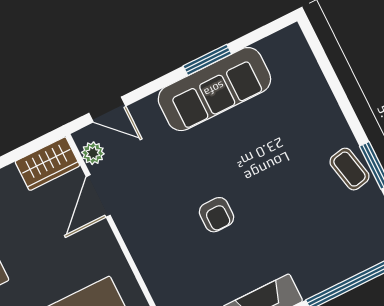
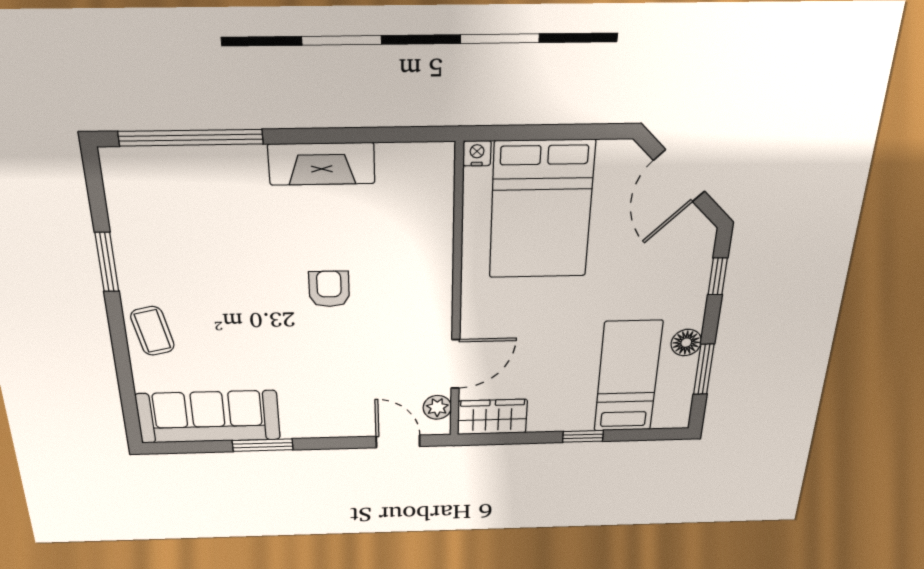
sofa: (214, 89) -> (208, 417), moved
coffee table: (349, 169) -> (152, 331), moved

